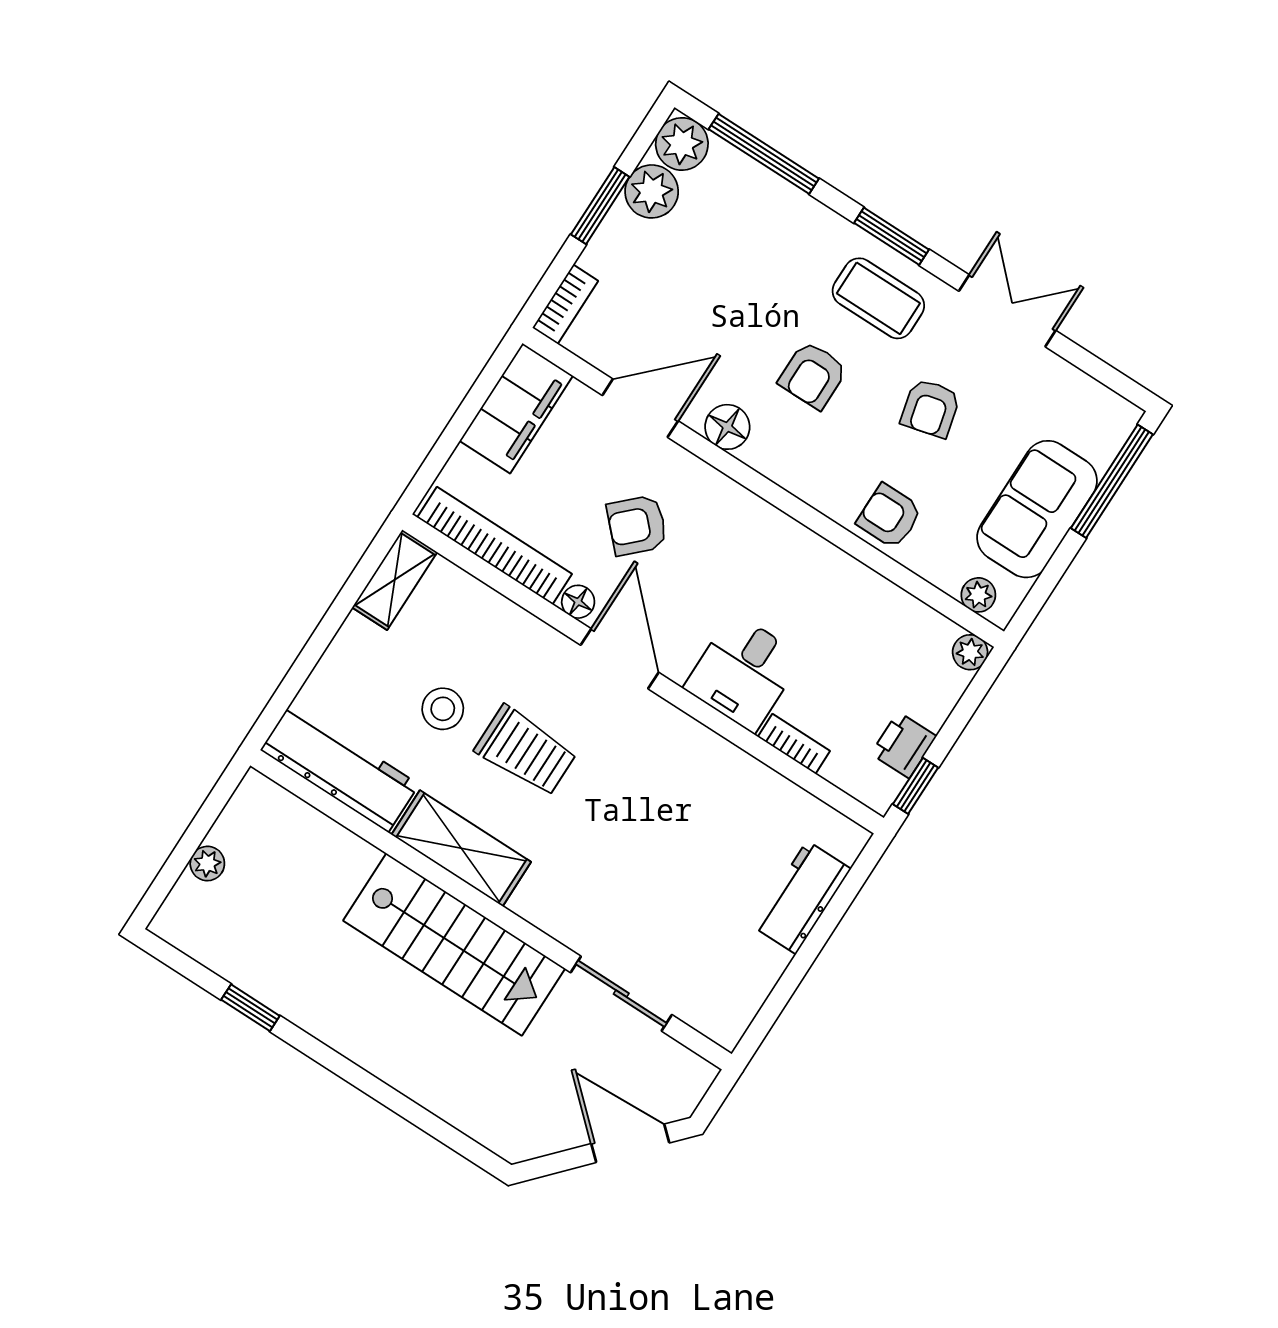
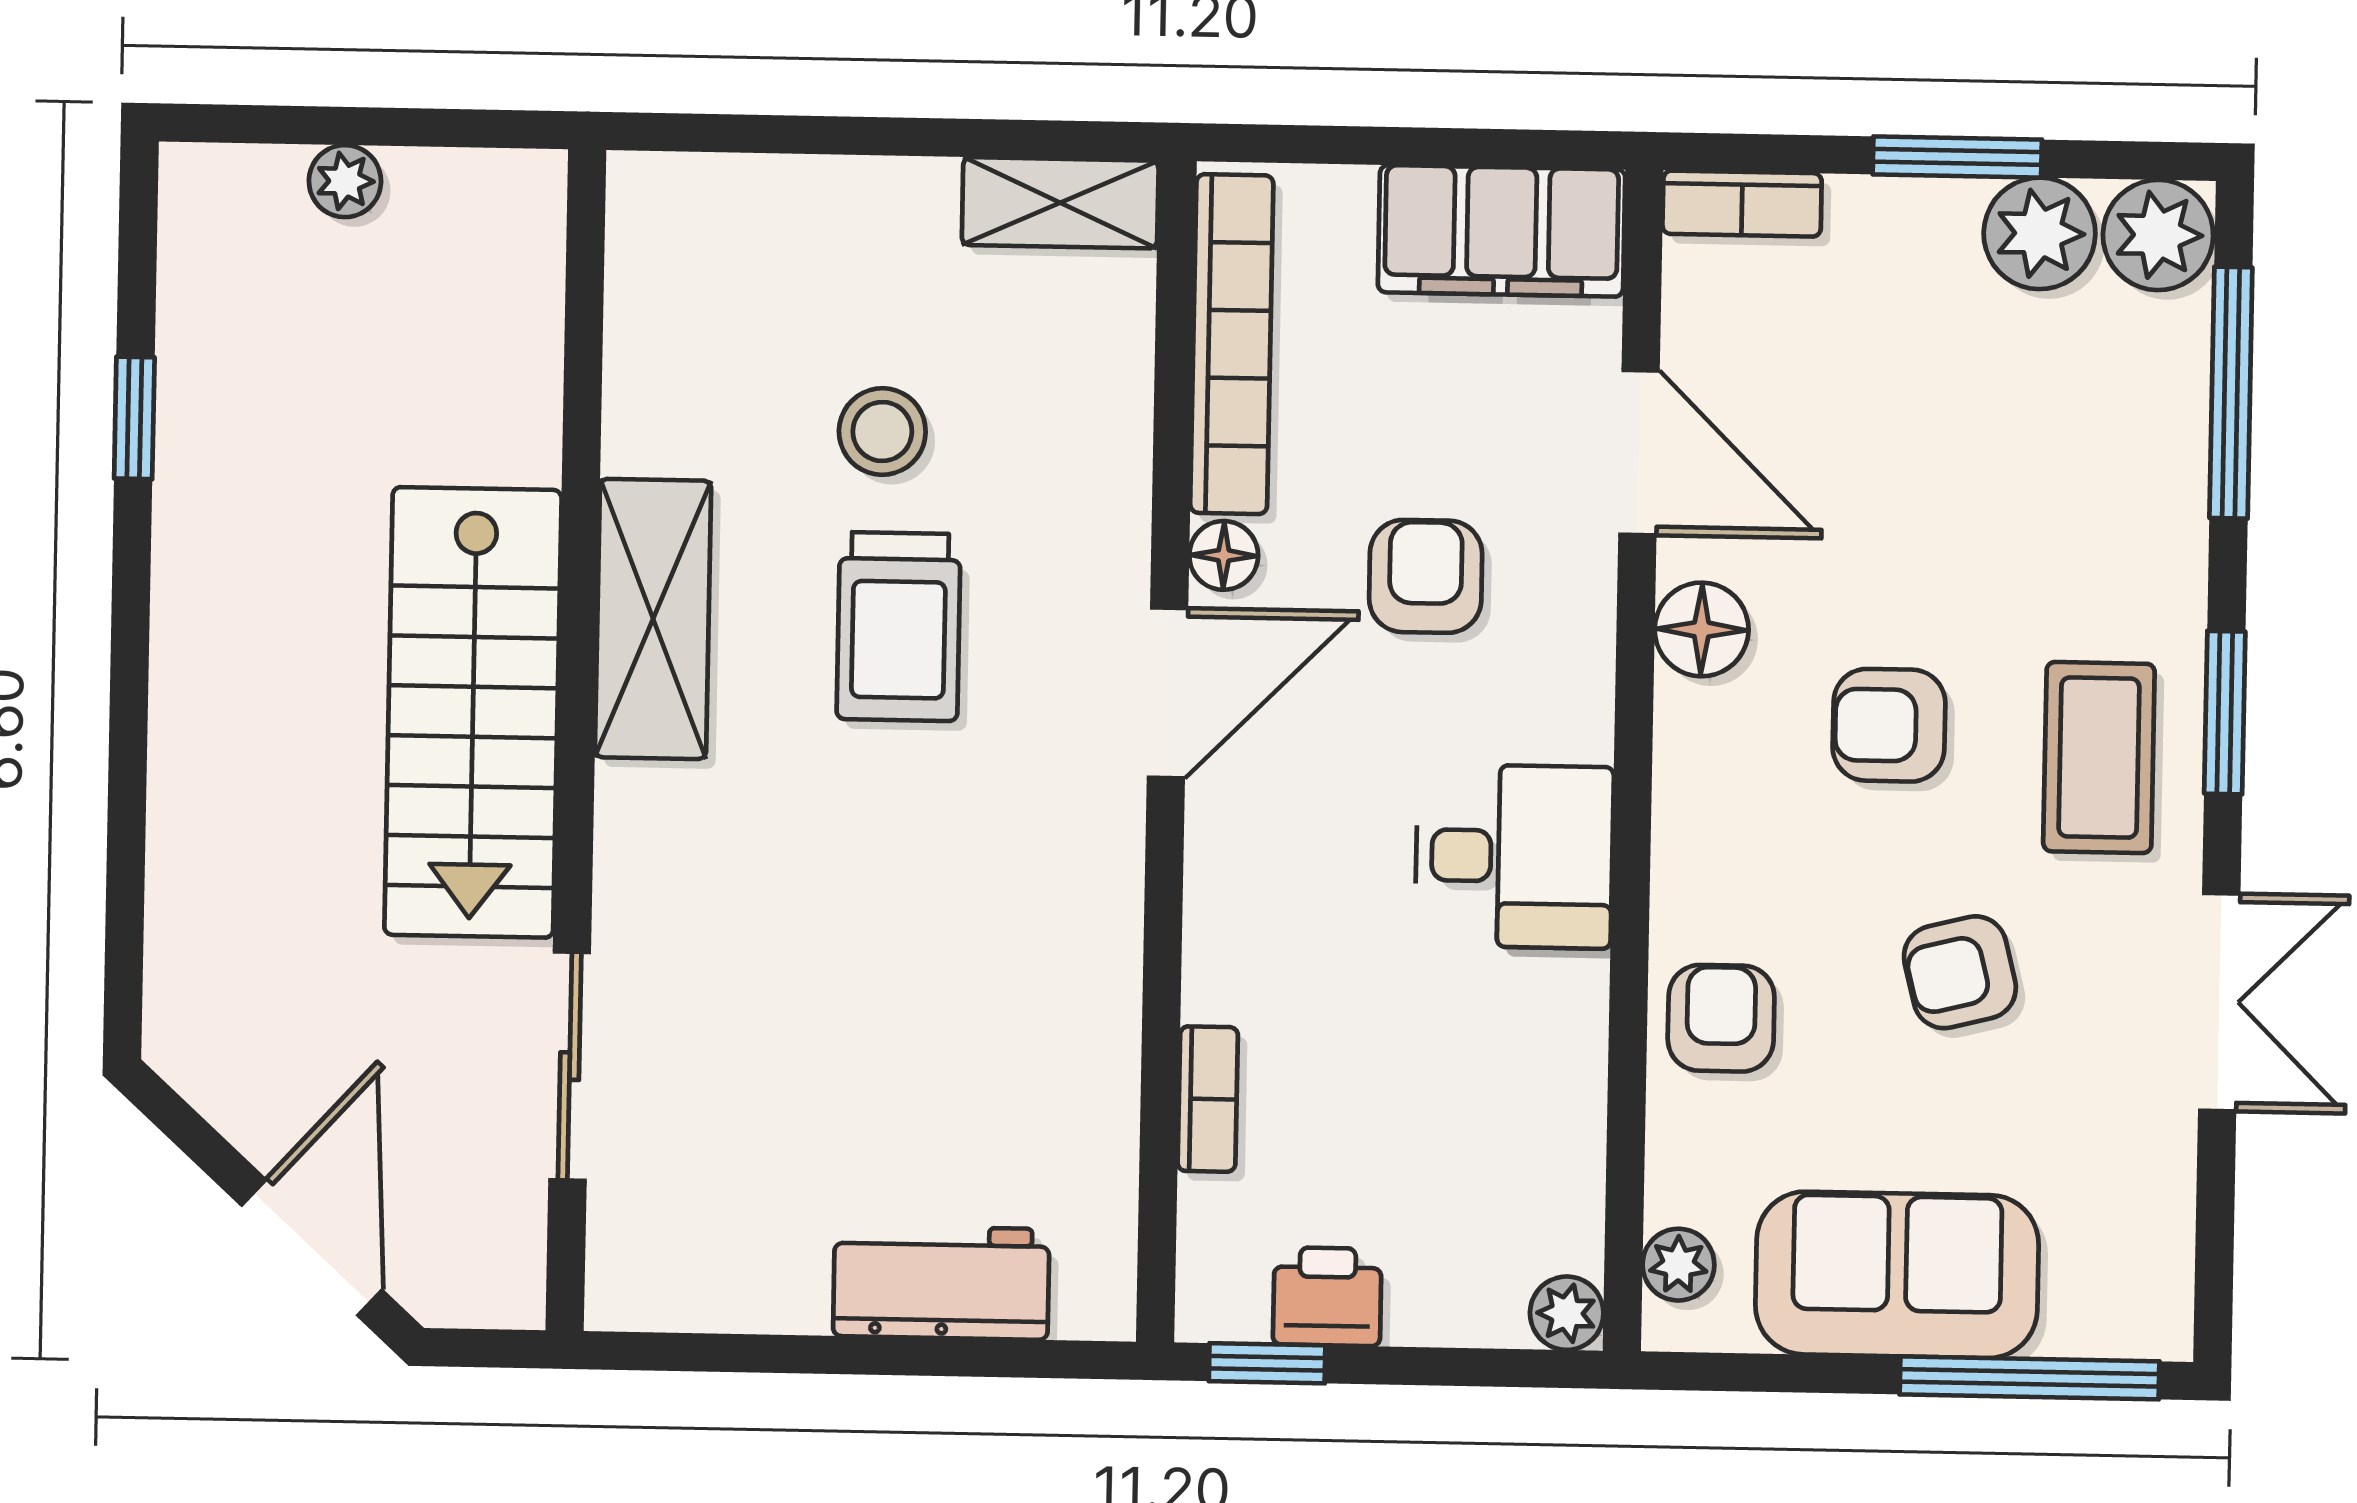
armchair: (637, 525) -> (1426, 576), turned 44
desk: (743, 672) -> (1514, 856), moved, turned 180
workbench: (340, 767) -> (664, 312), removed

